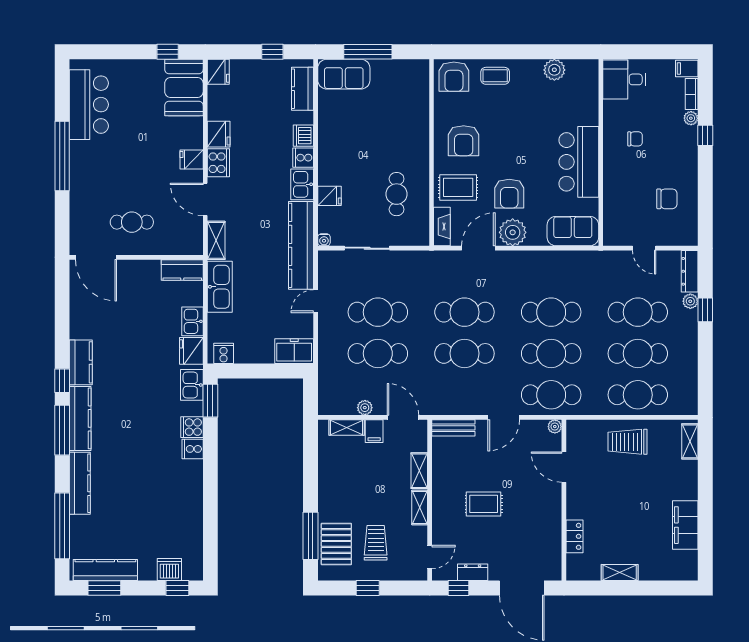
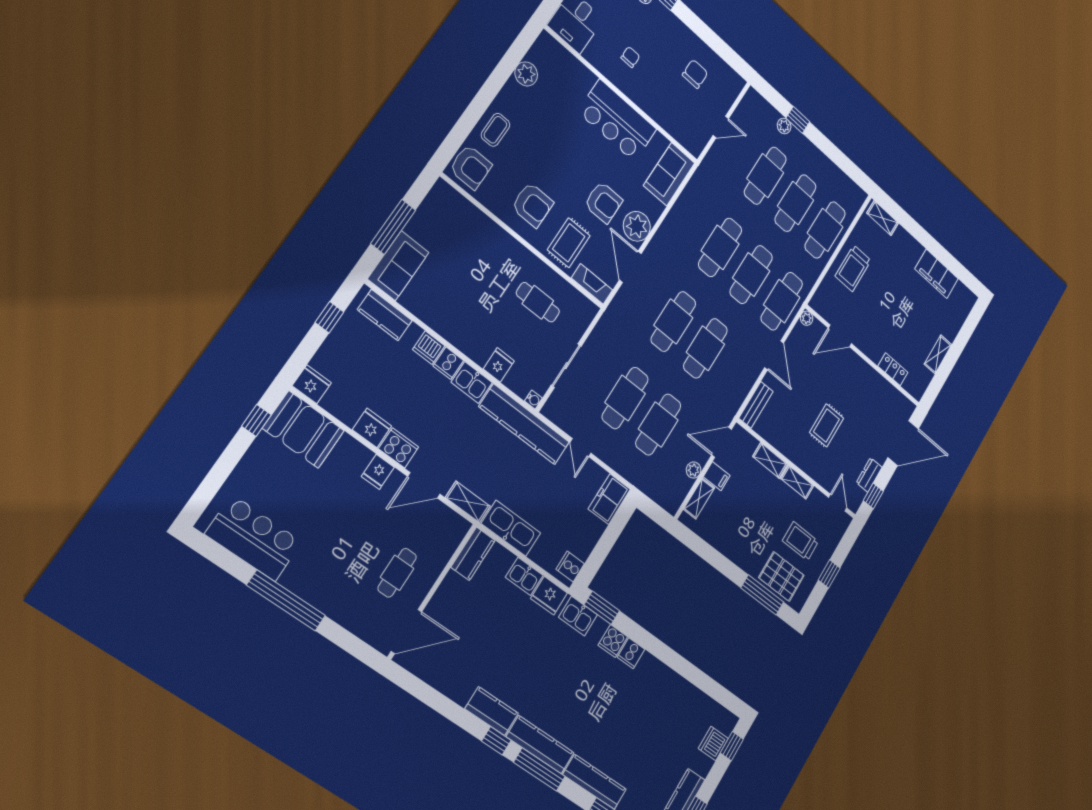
dresser: (690, 271) -> (762, 106), removed

